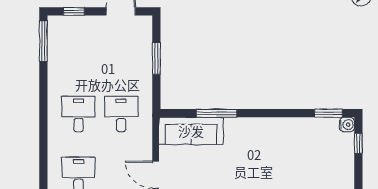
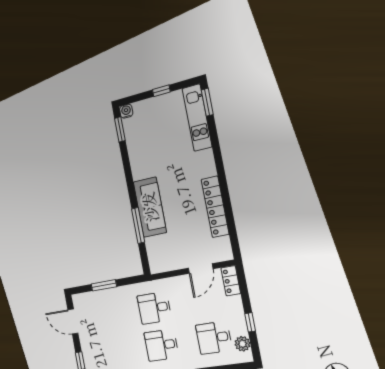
sofa: (191, 131) -> (150, 207), moved
window: (358, 143) -> (161, 91), moved

